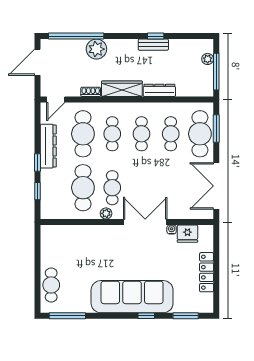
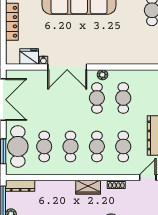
wardrobe: (122, 89) -> (88, 187), width x0.67
dresser: (159, 90) -> (20, 186), moved
cafe table: (83, 134) -> (123, 146), width x0.73, depth x0.74
cafe table: (83, 188) -> (123, 98), width x0.73, depth x0.74

